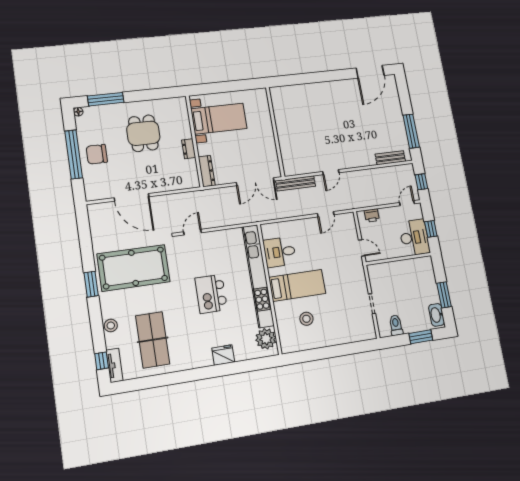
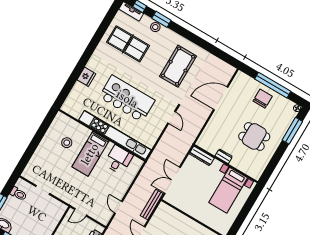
pool table: (134, 268) -> (178, 66), width x0.73, depth x0.76
window: (91, 284) -> (161, 19), moved
kitchen island: (211, 294) -> (127, 99), width x1.87, depth x1.28
plant: (266, 339) -> (75, 109), removed

